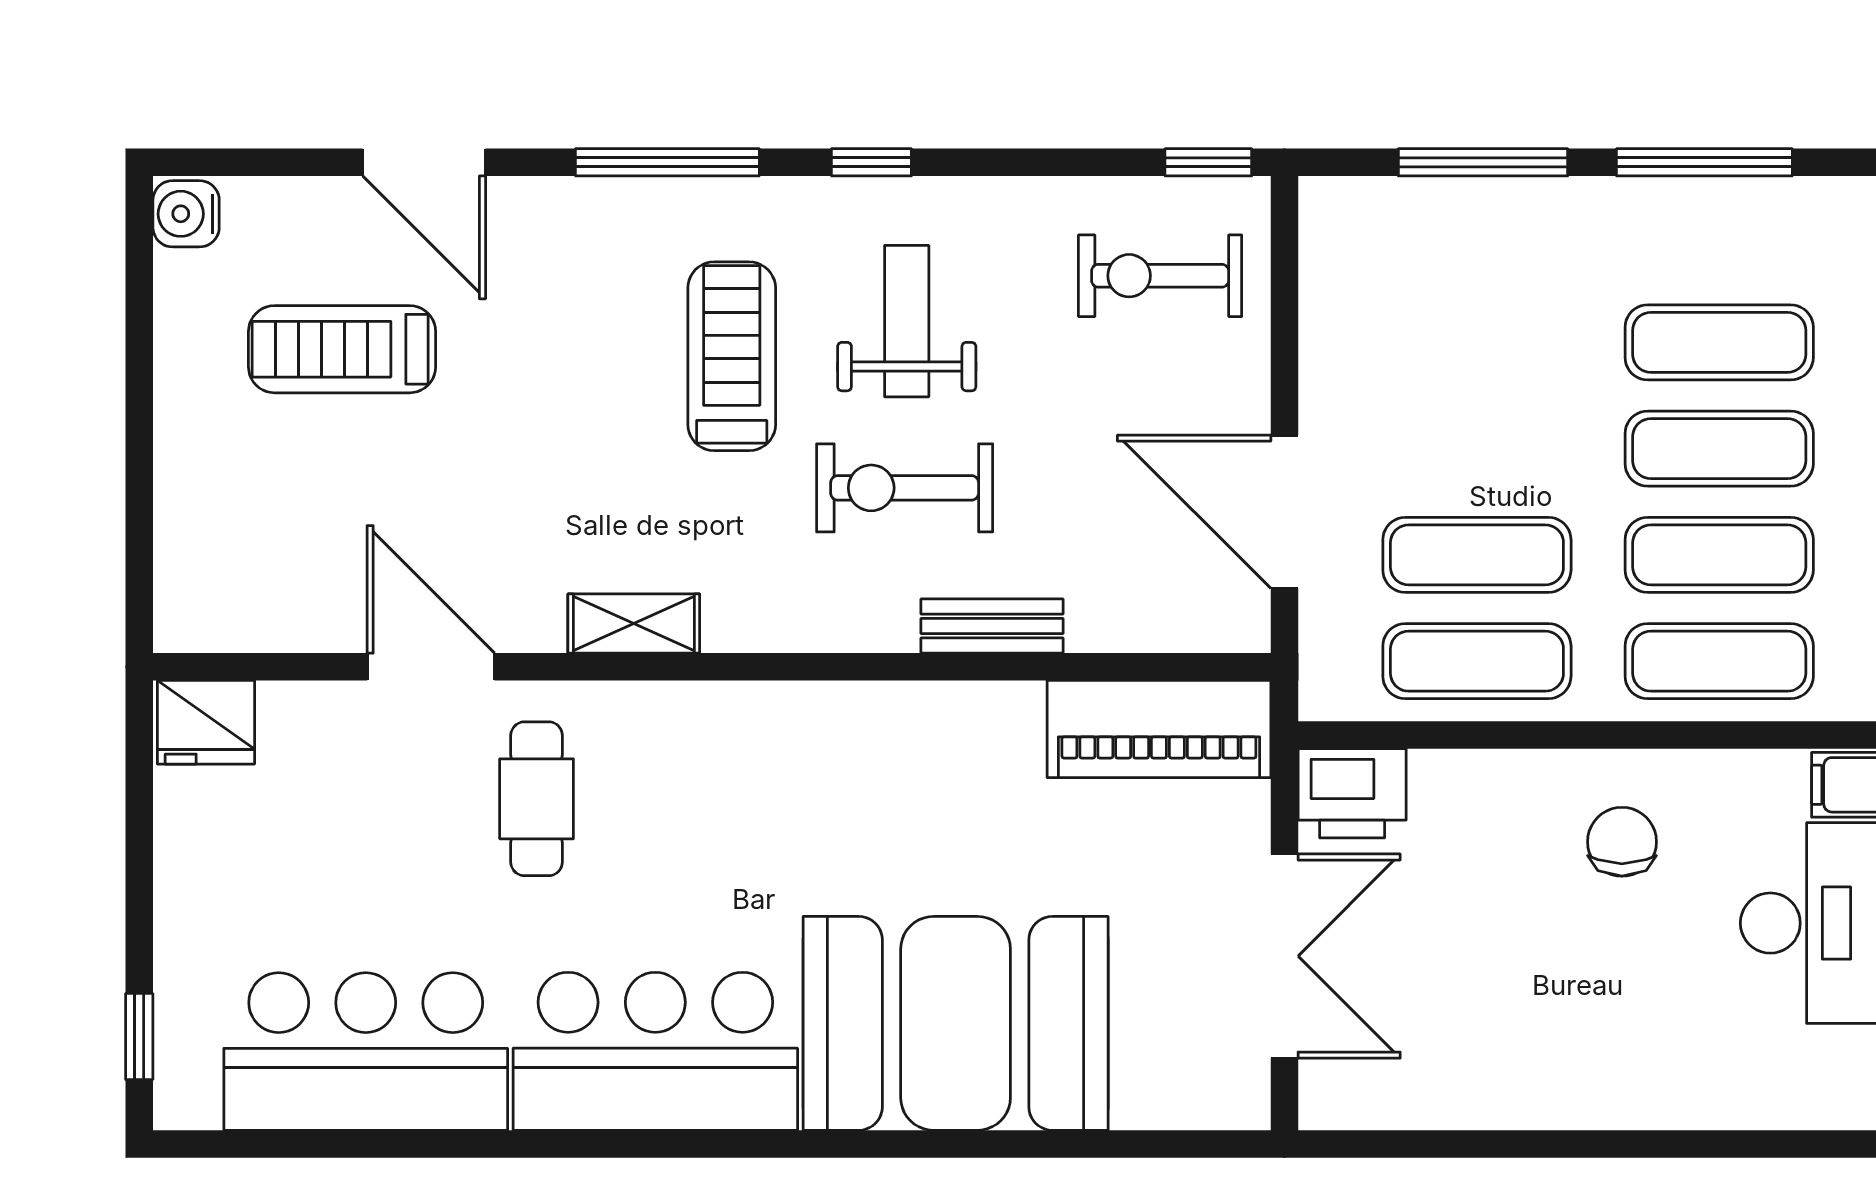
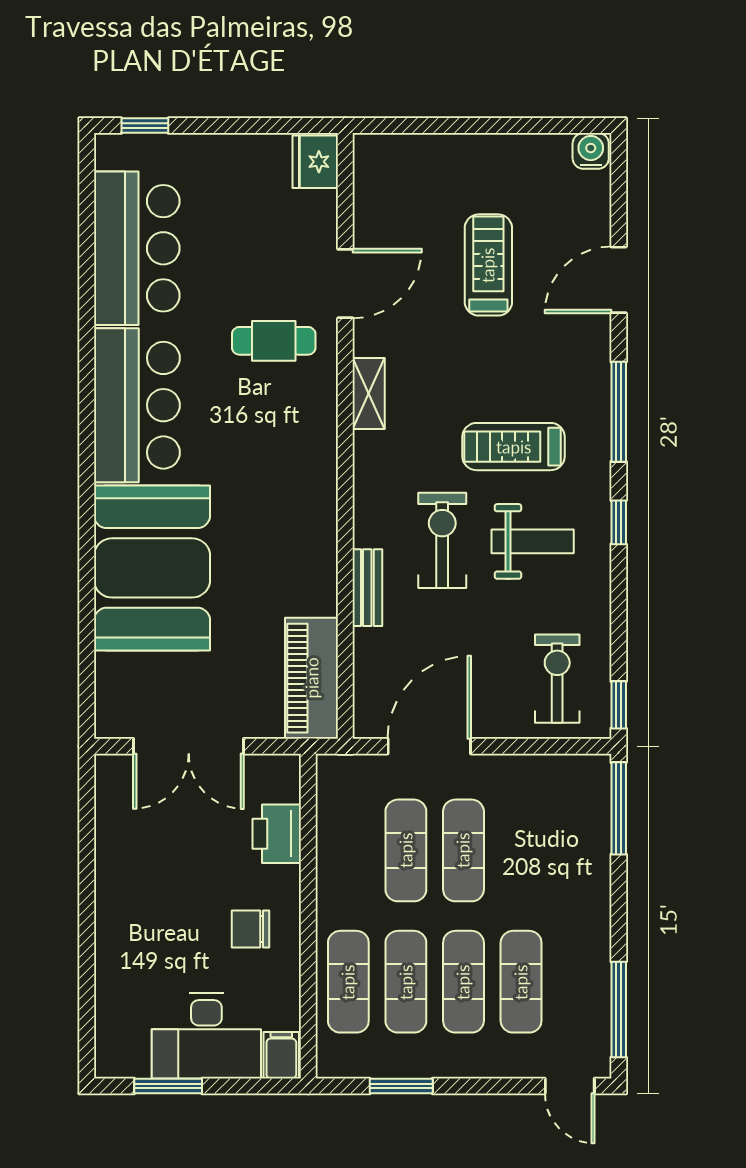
window: (1483, 162) -> (619, 808), moved
window: (1704, 162) -> (619, 1010), moved
treadmill: (342, 349) -> (488, 265), moved
treadmill: (732, 356) -> (514, 447), turned 180
exercise mat: (1477, 661) -> (463, 850), moved
printer: (1352, 793) -> (277, 834), moved
chair: (1622, 842) -> (250, 929), turned 180

